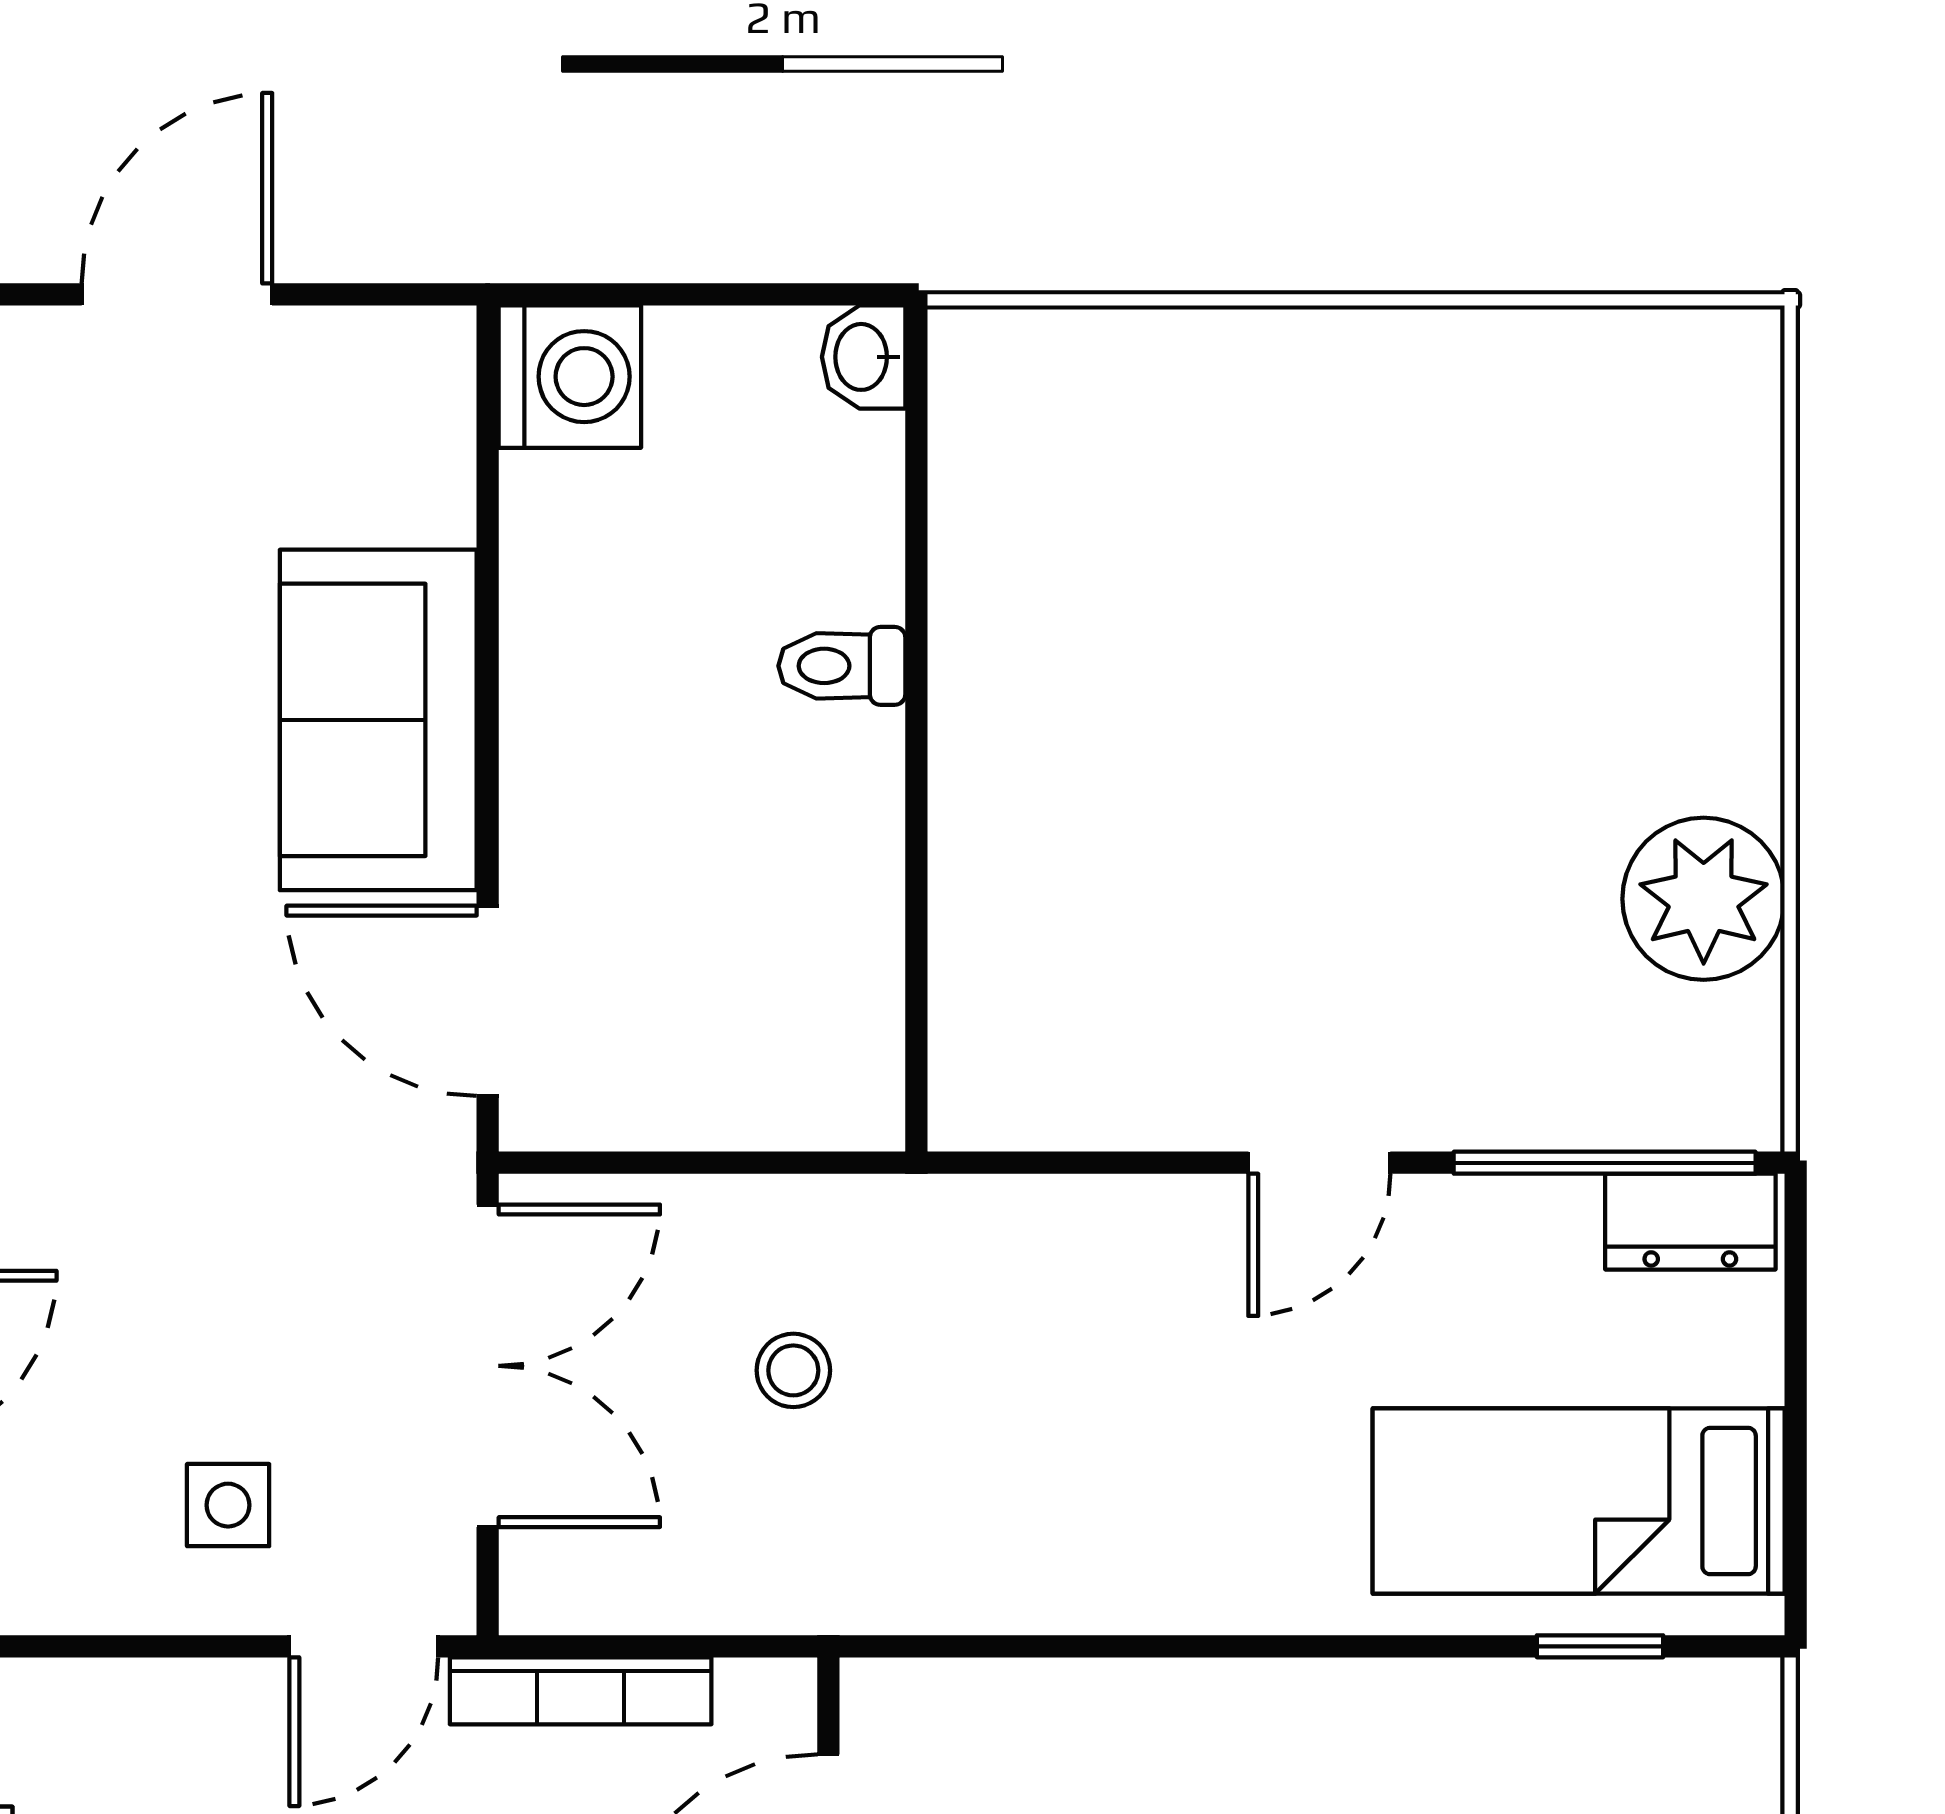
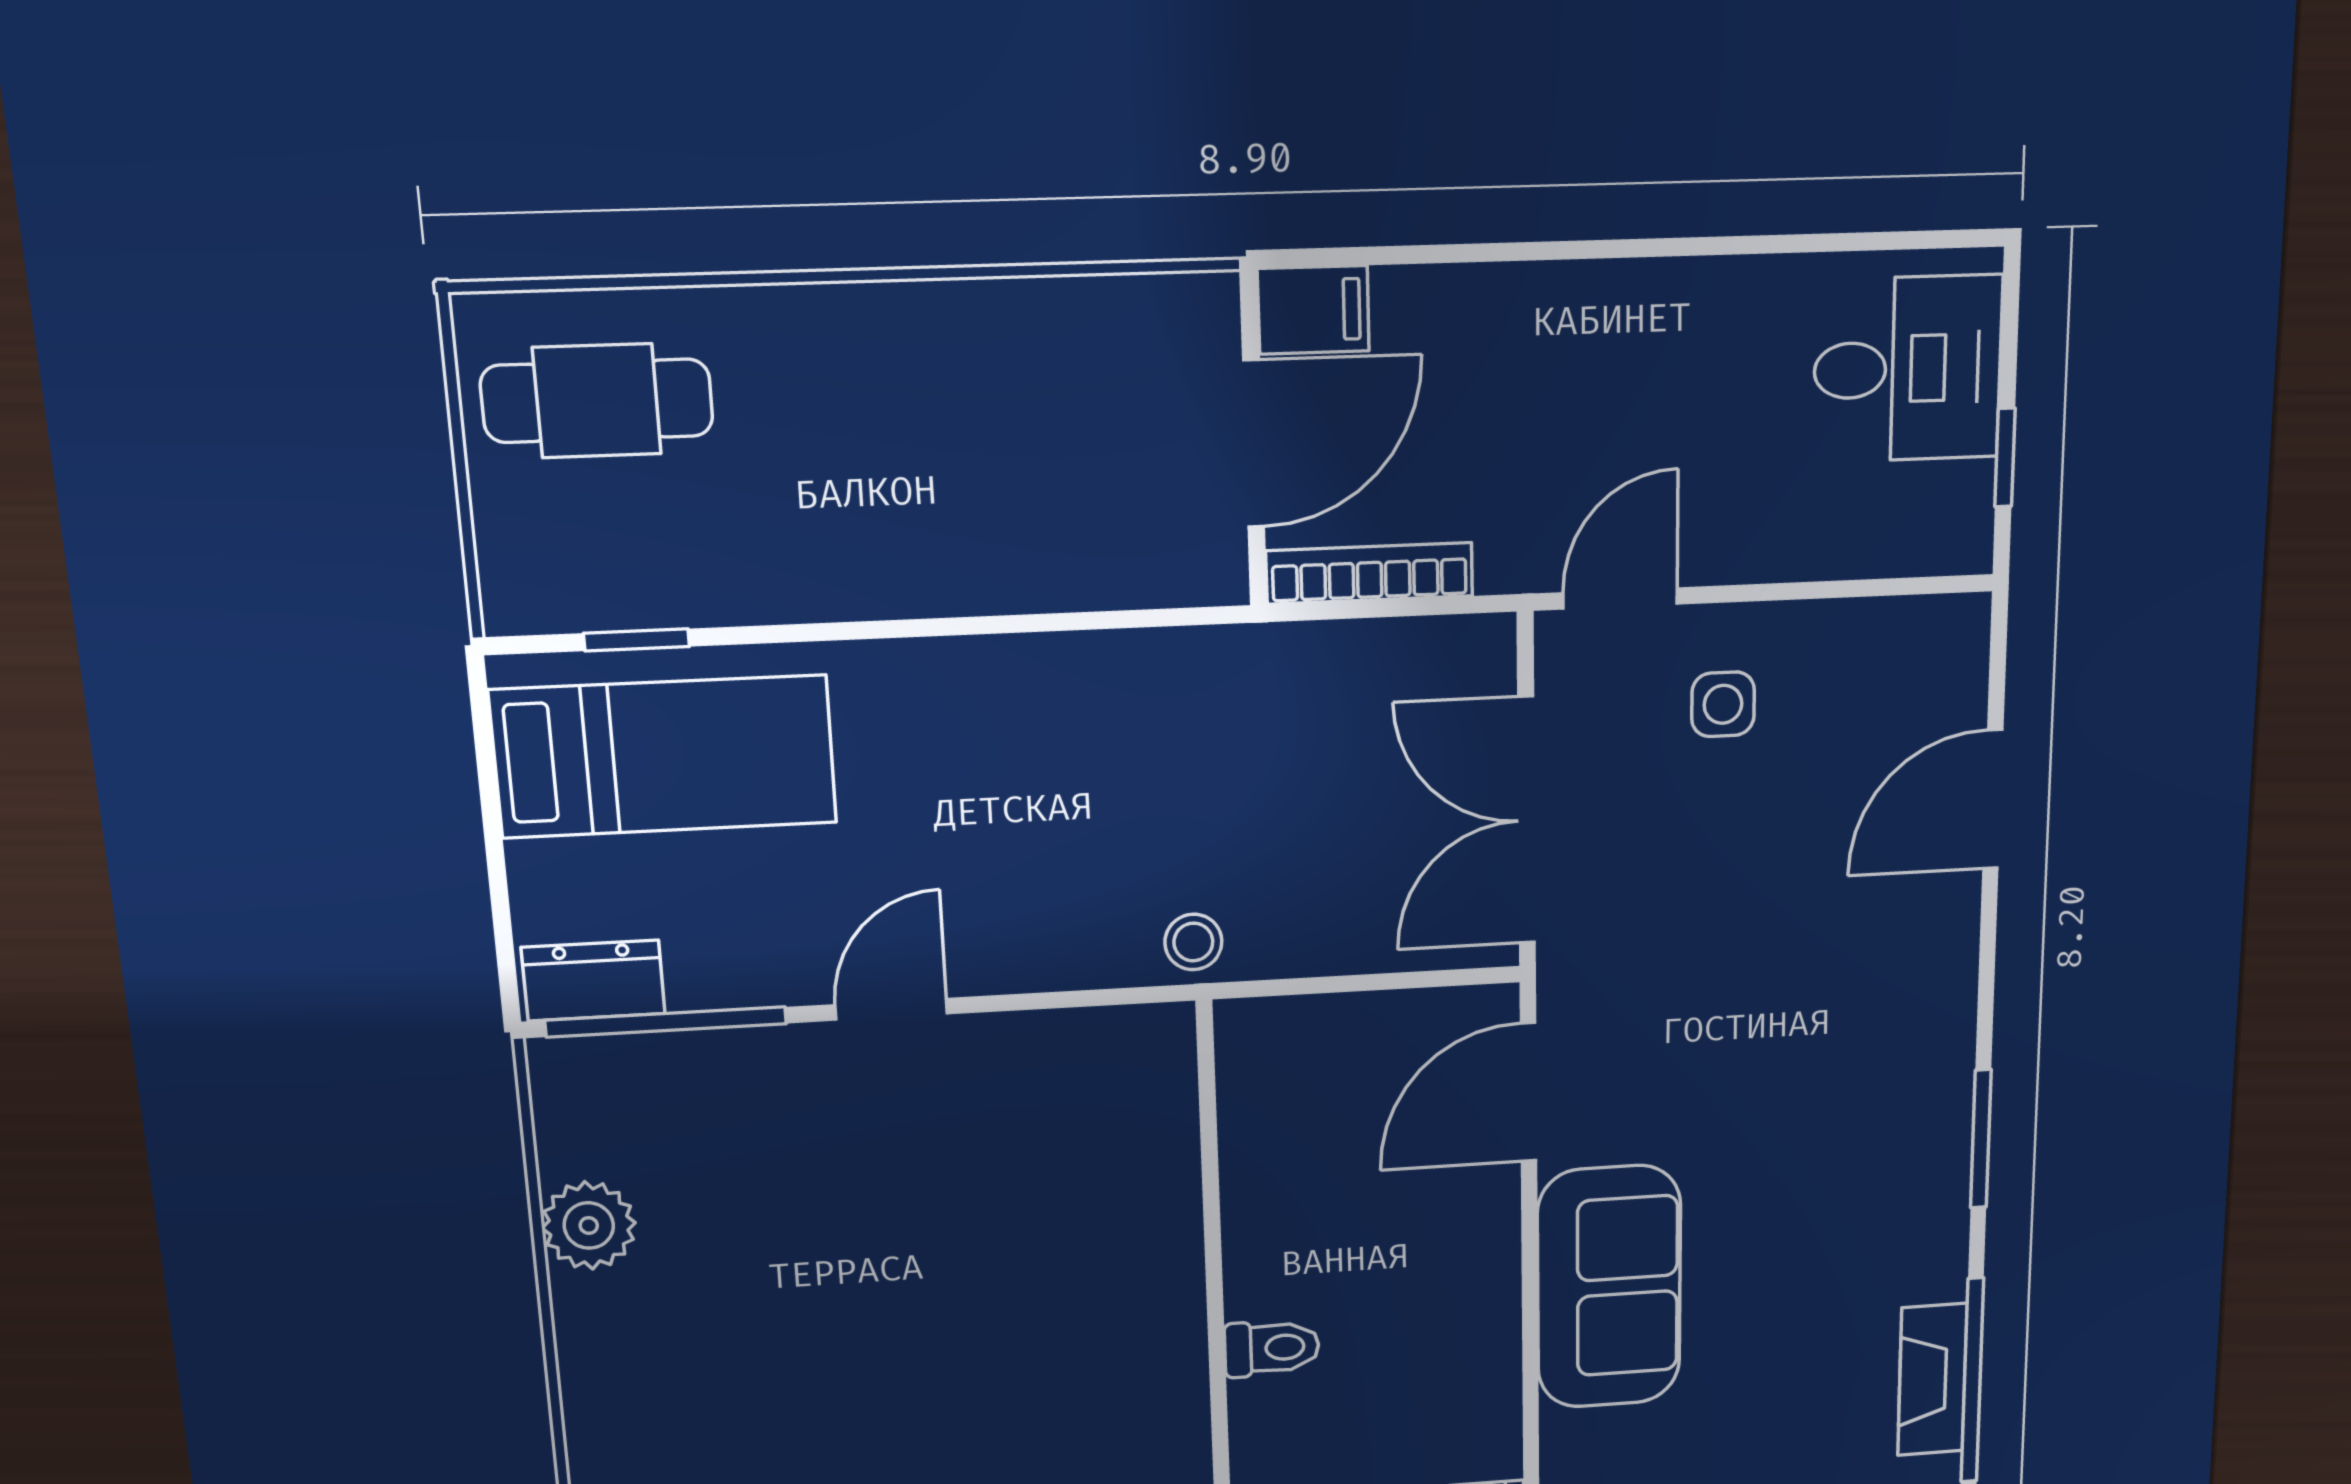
plant: (1704, 899) -> (589, 1225), width x0.73, depth x0.73
door: (488, 1001) -> (1528, 1092), swing flipped
stool: (793, 1370) -> (1193, 942), moved
bookcase: (581, 1691) -> (1370, 573), moved

